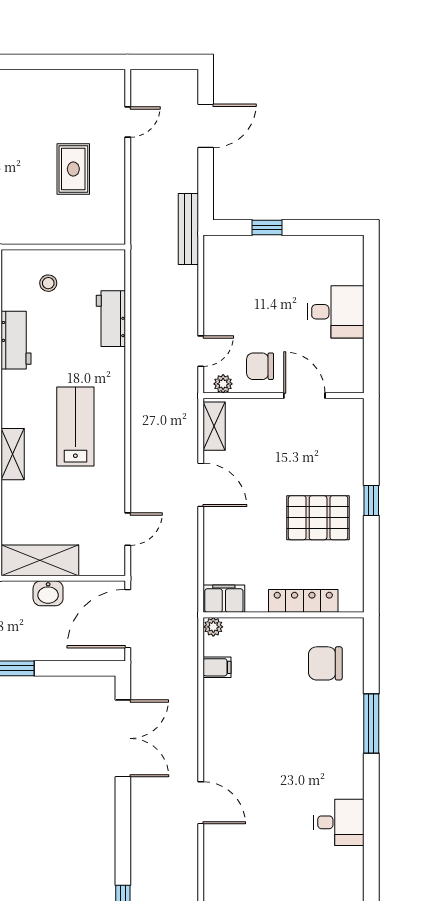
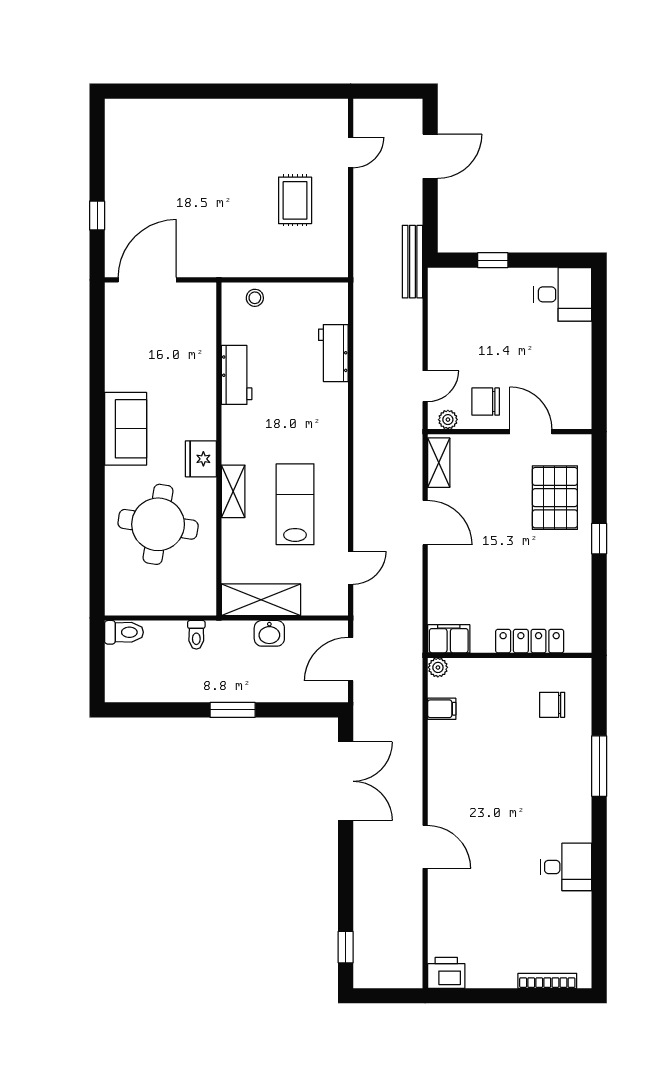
stool: (48, 283) -> (255, 298), moved
desk: (336, 312) -> (563, 294), moved
lab bench: (75, 426) -> (295, 504), moved
pallet: (318, 518) -> (555, 498), moved, turned 90
door: (128, 619) -> (351, 659), width x0.73
chair: (325, 663) -> (552, 705), width x0.73, depth x0.73

